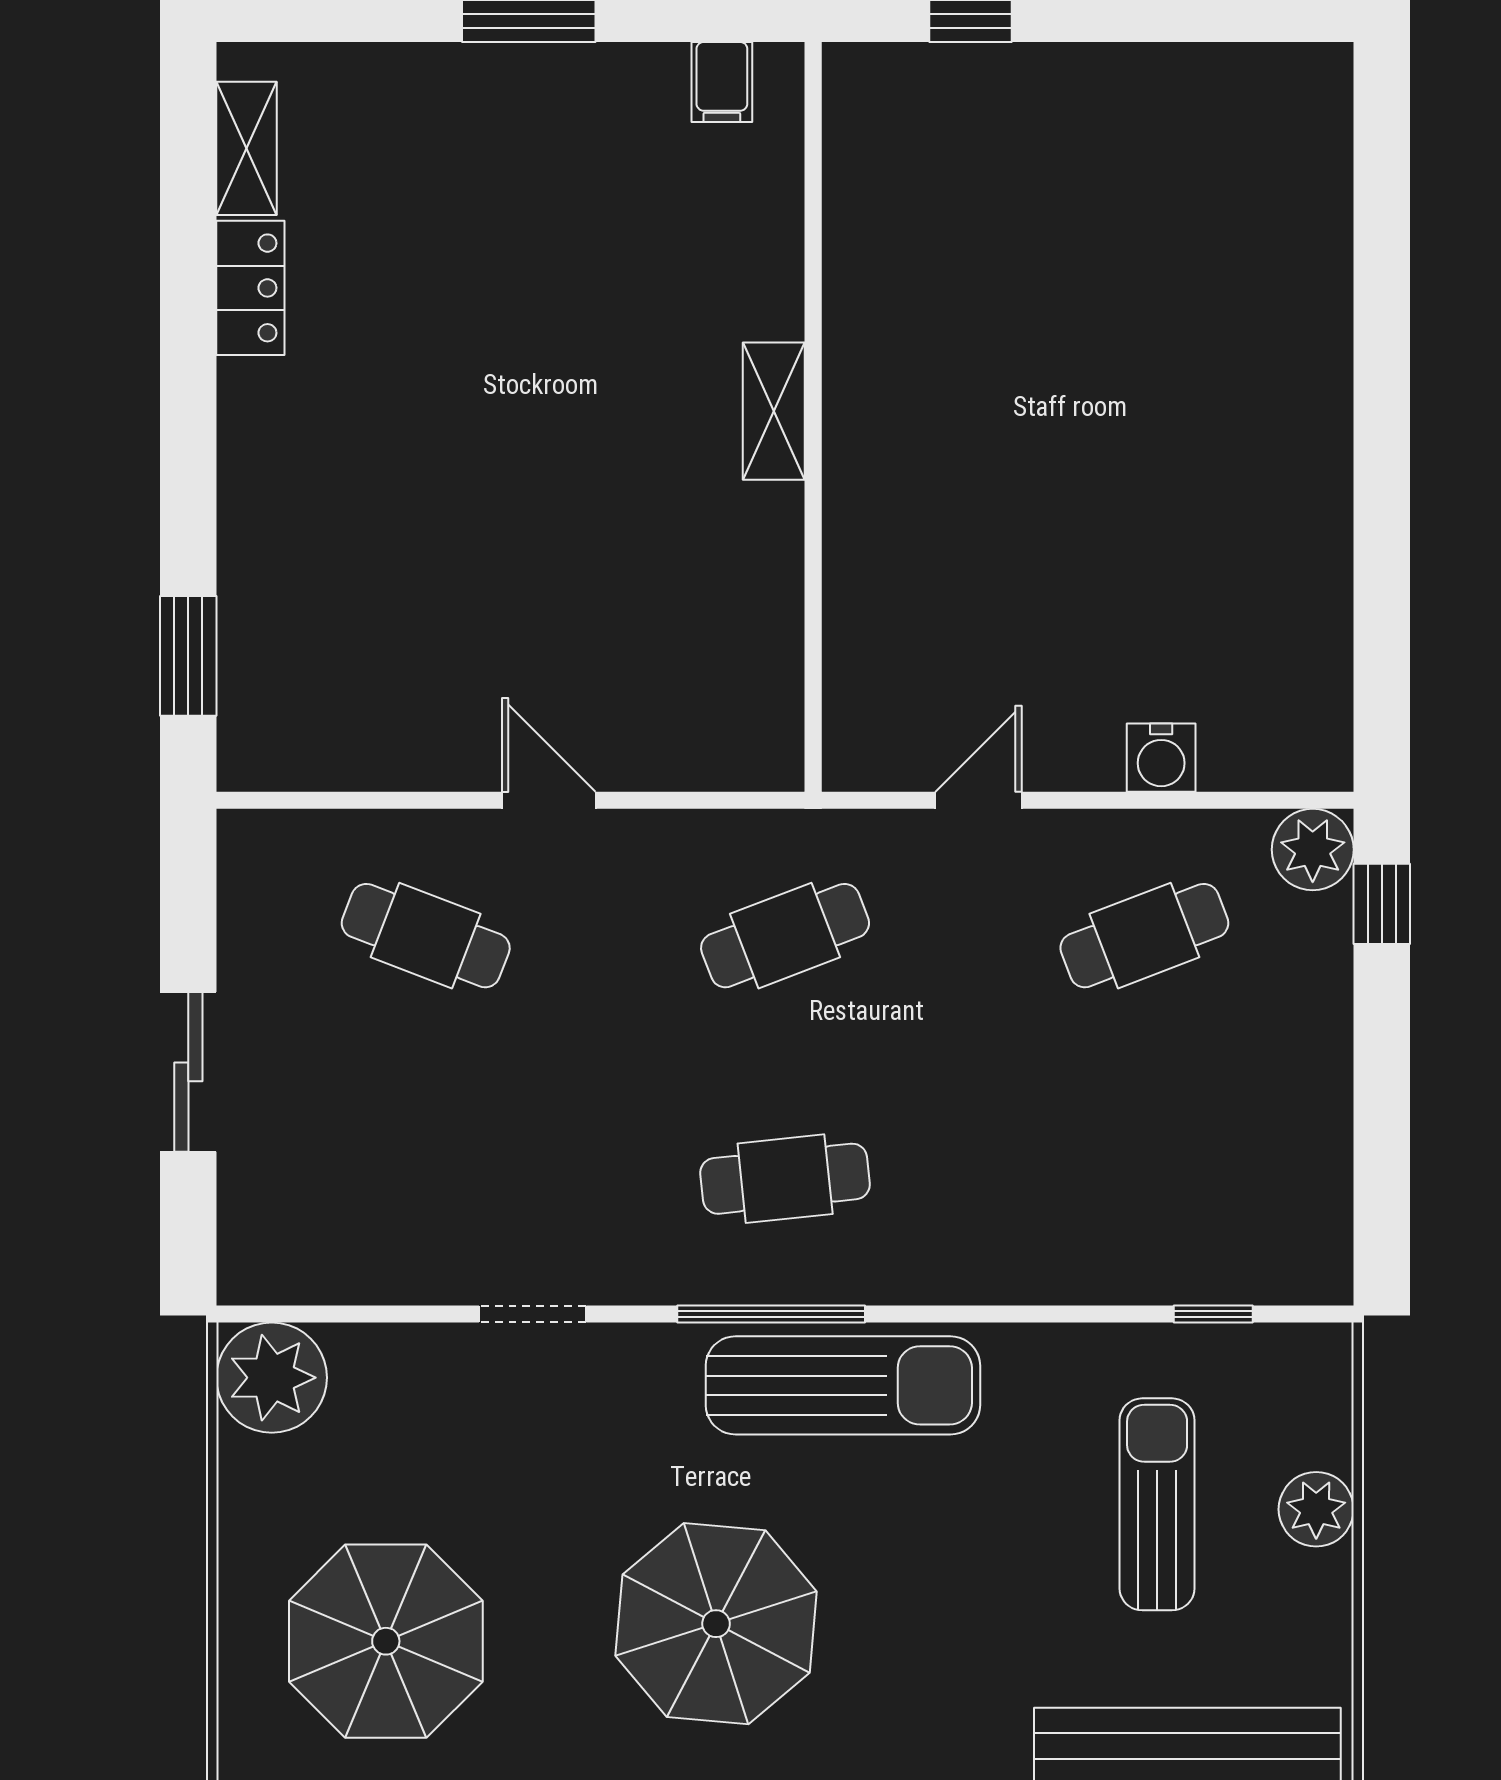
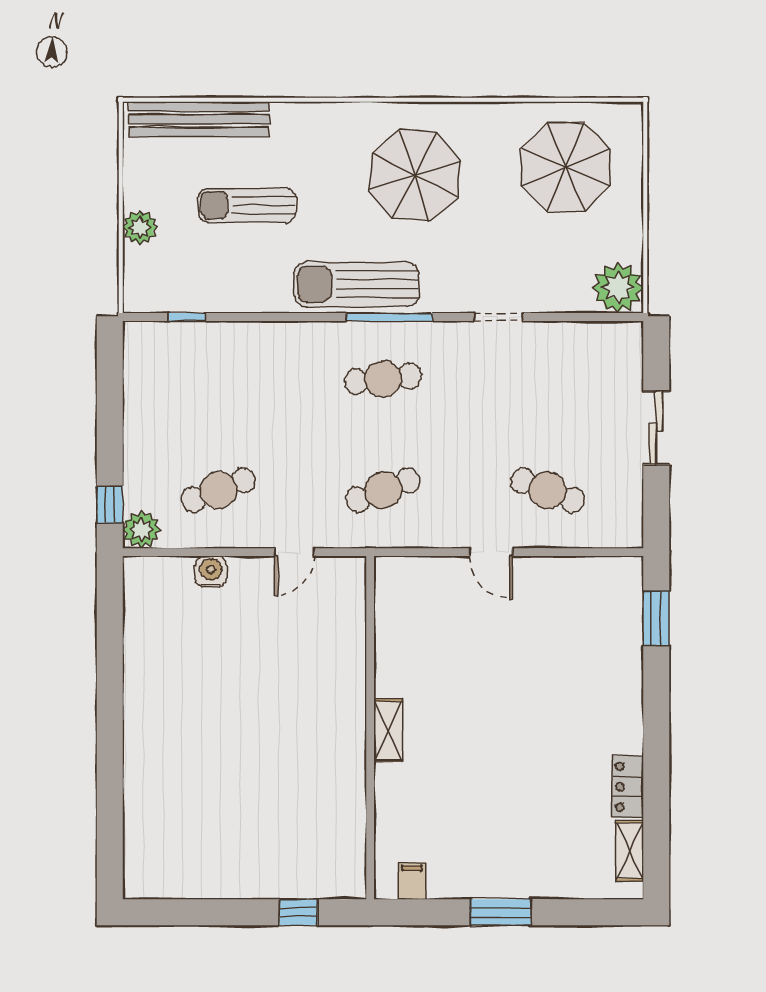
sun lounger: (1157, 1504) -> (247, 205), moved, turned 90

